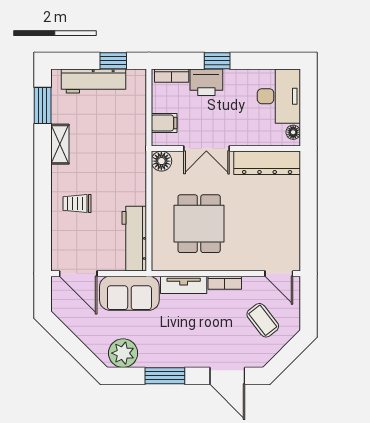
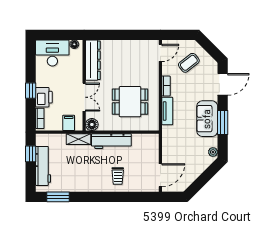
shelving: (60, 144) -> (78, 139), moved
workbench: (134, 239) -> (111, 141), moved
sofa: (129, 293) -> (207, 119), moved, turned 180
plant: (123, 353) -> (213, 152), width x0.53, depth x0.53

